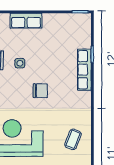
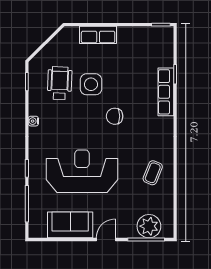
side table: (20, 63) -> (91, 84), width x1.87, depth x1.87
chair: (40, 91) -> (115, 116), turned 180

